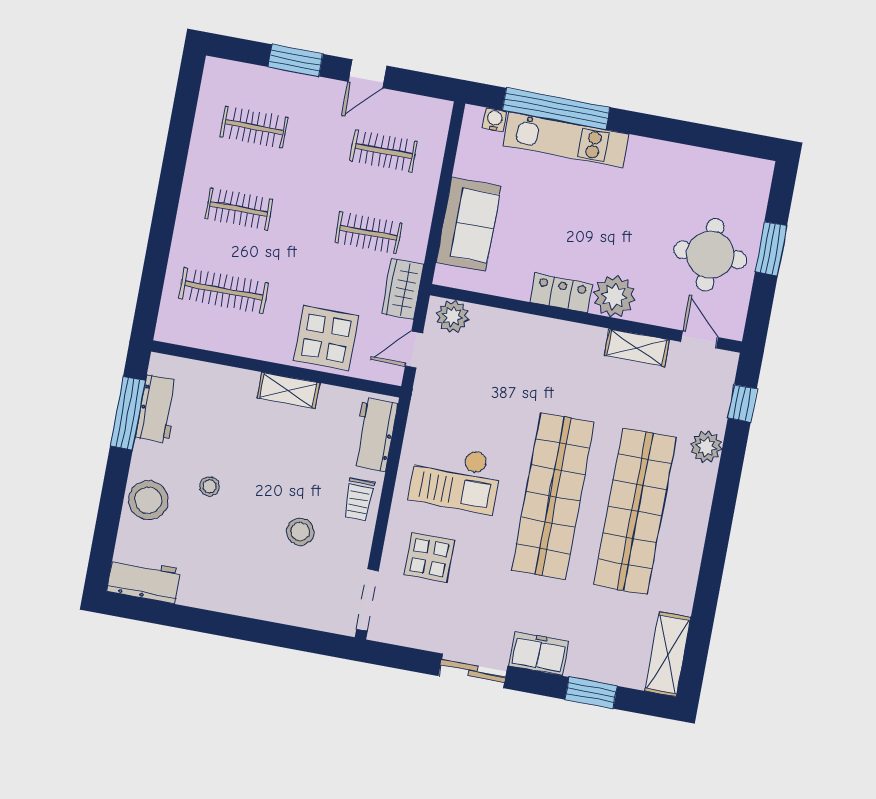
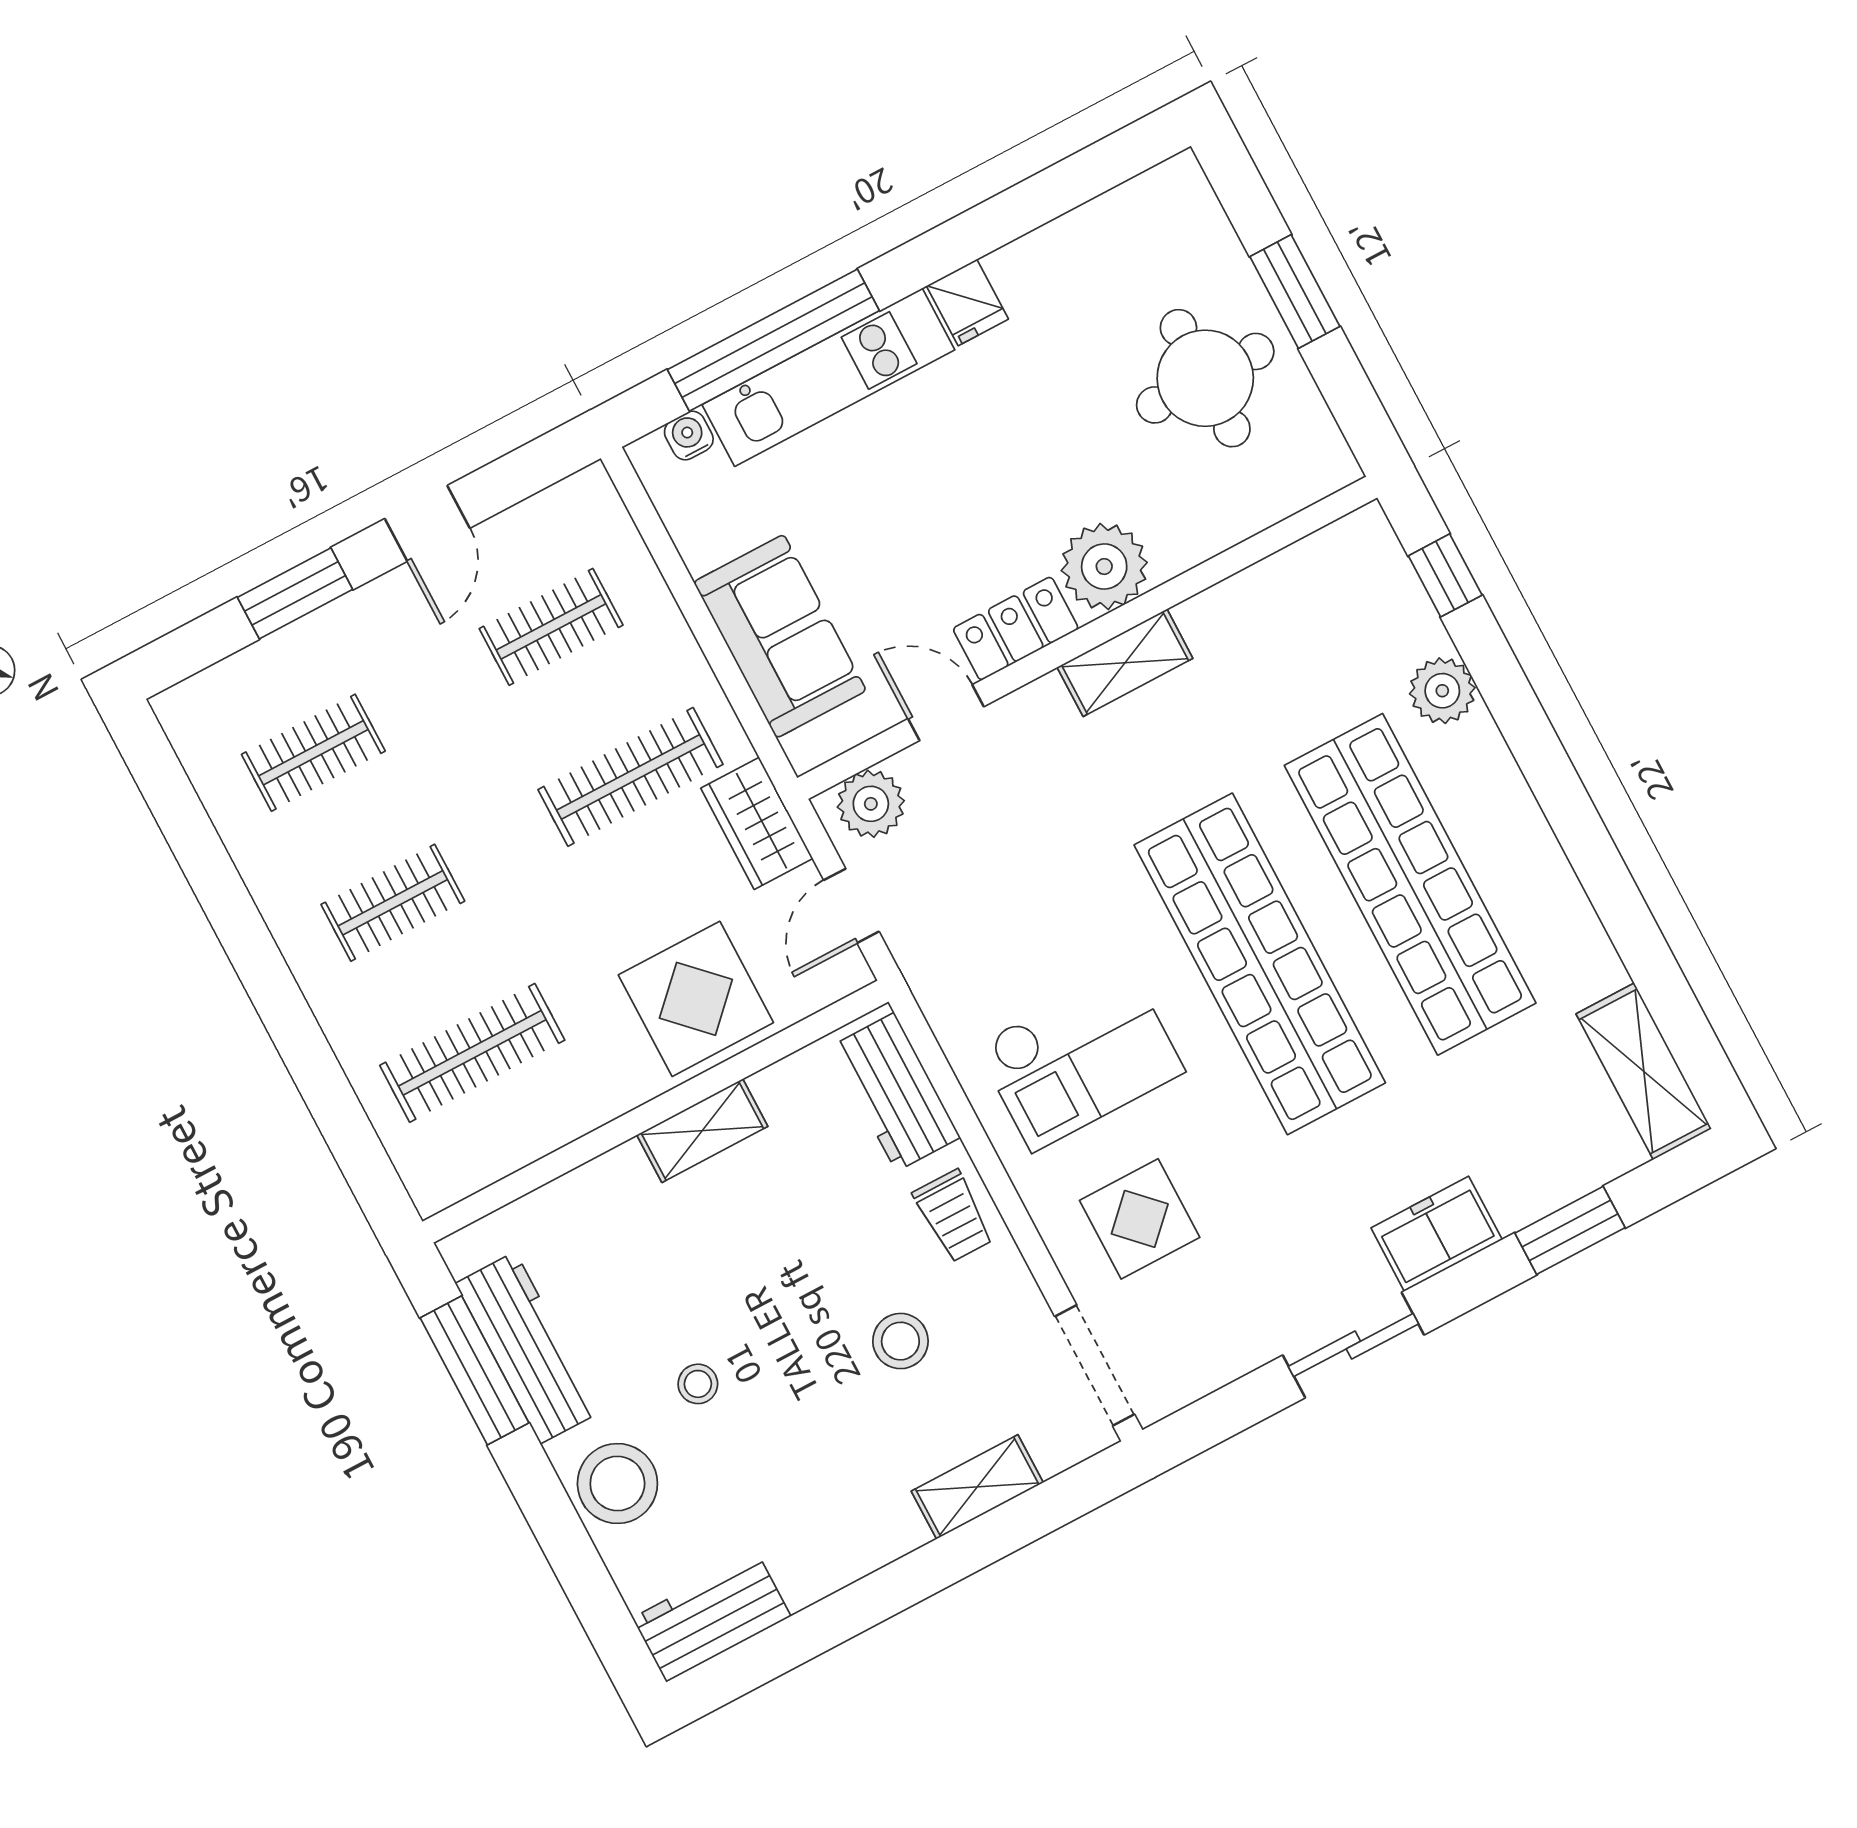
fridge: (642, 153) -> (967, 302), added
clothes rail: (368, 233) -> (630, 777), width x1.36
door: (699, 339) -> (946, 713), moved
shelving: (637, 348) -> (1125, 663), moved
workbench: (157, 409) -> (528, 1348), width x1.37
shelving: (285, 611) -> (977, 1487), added

